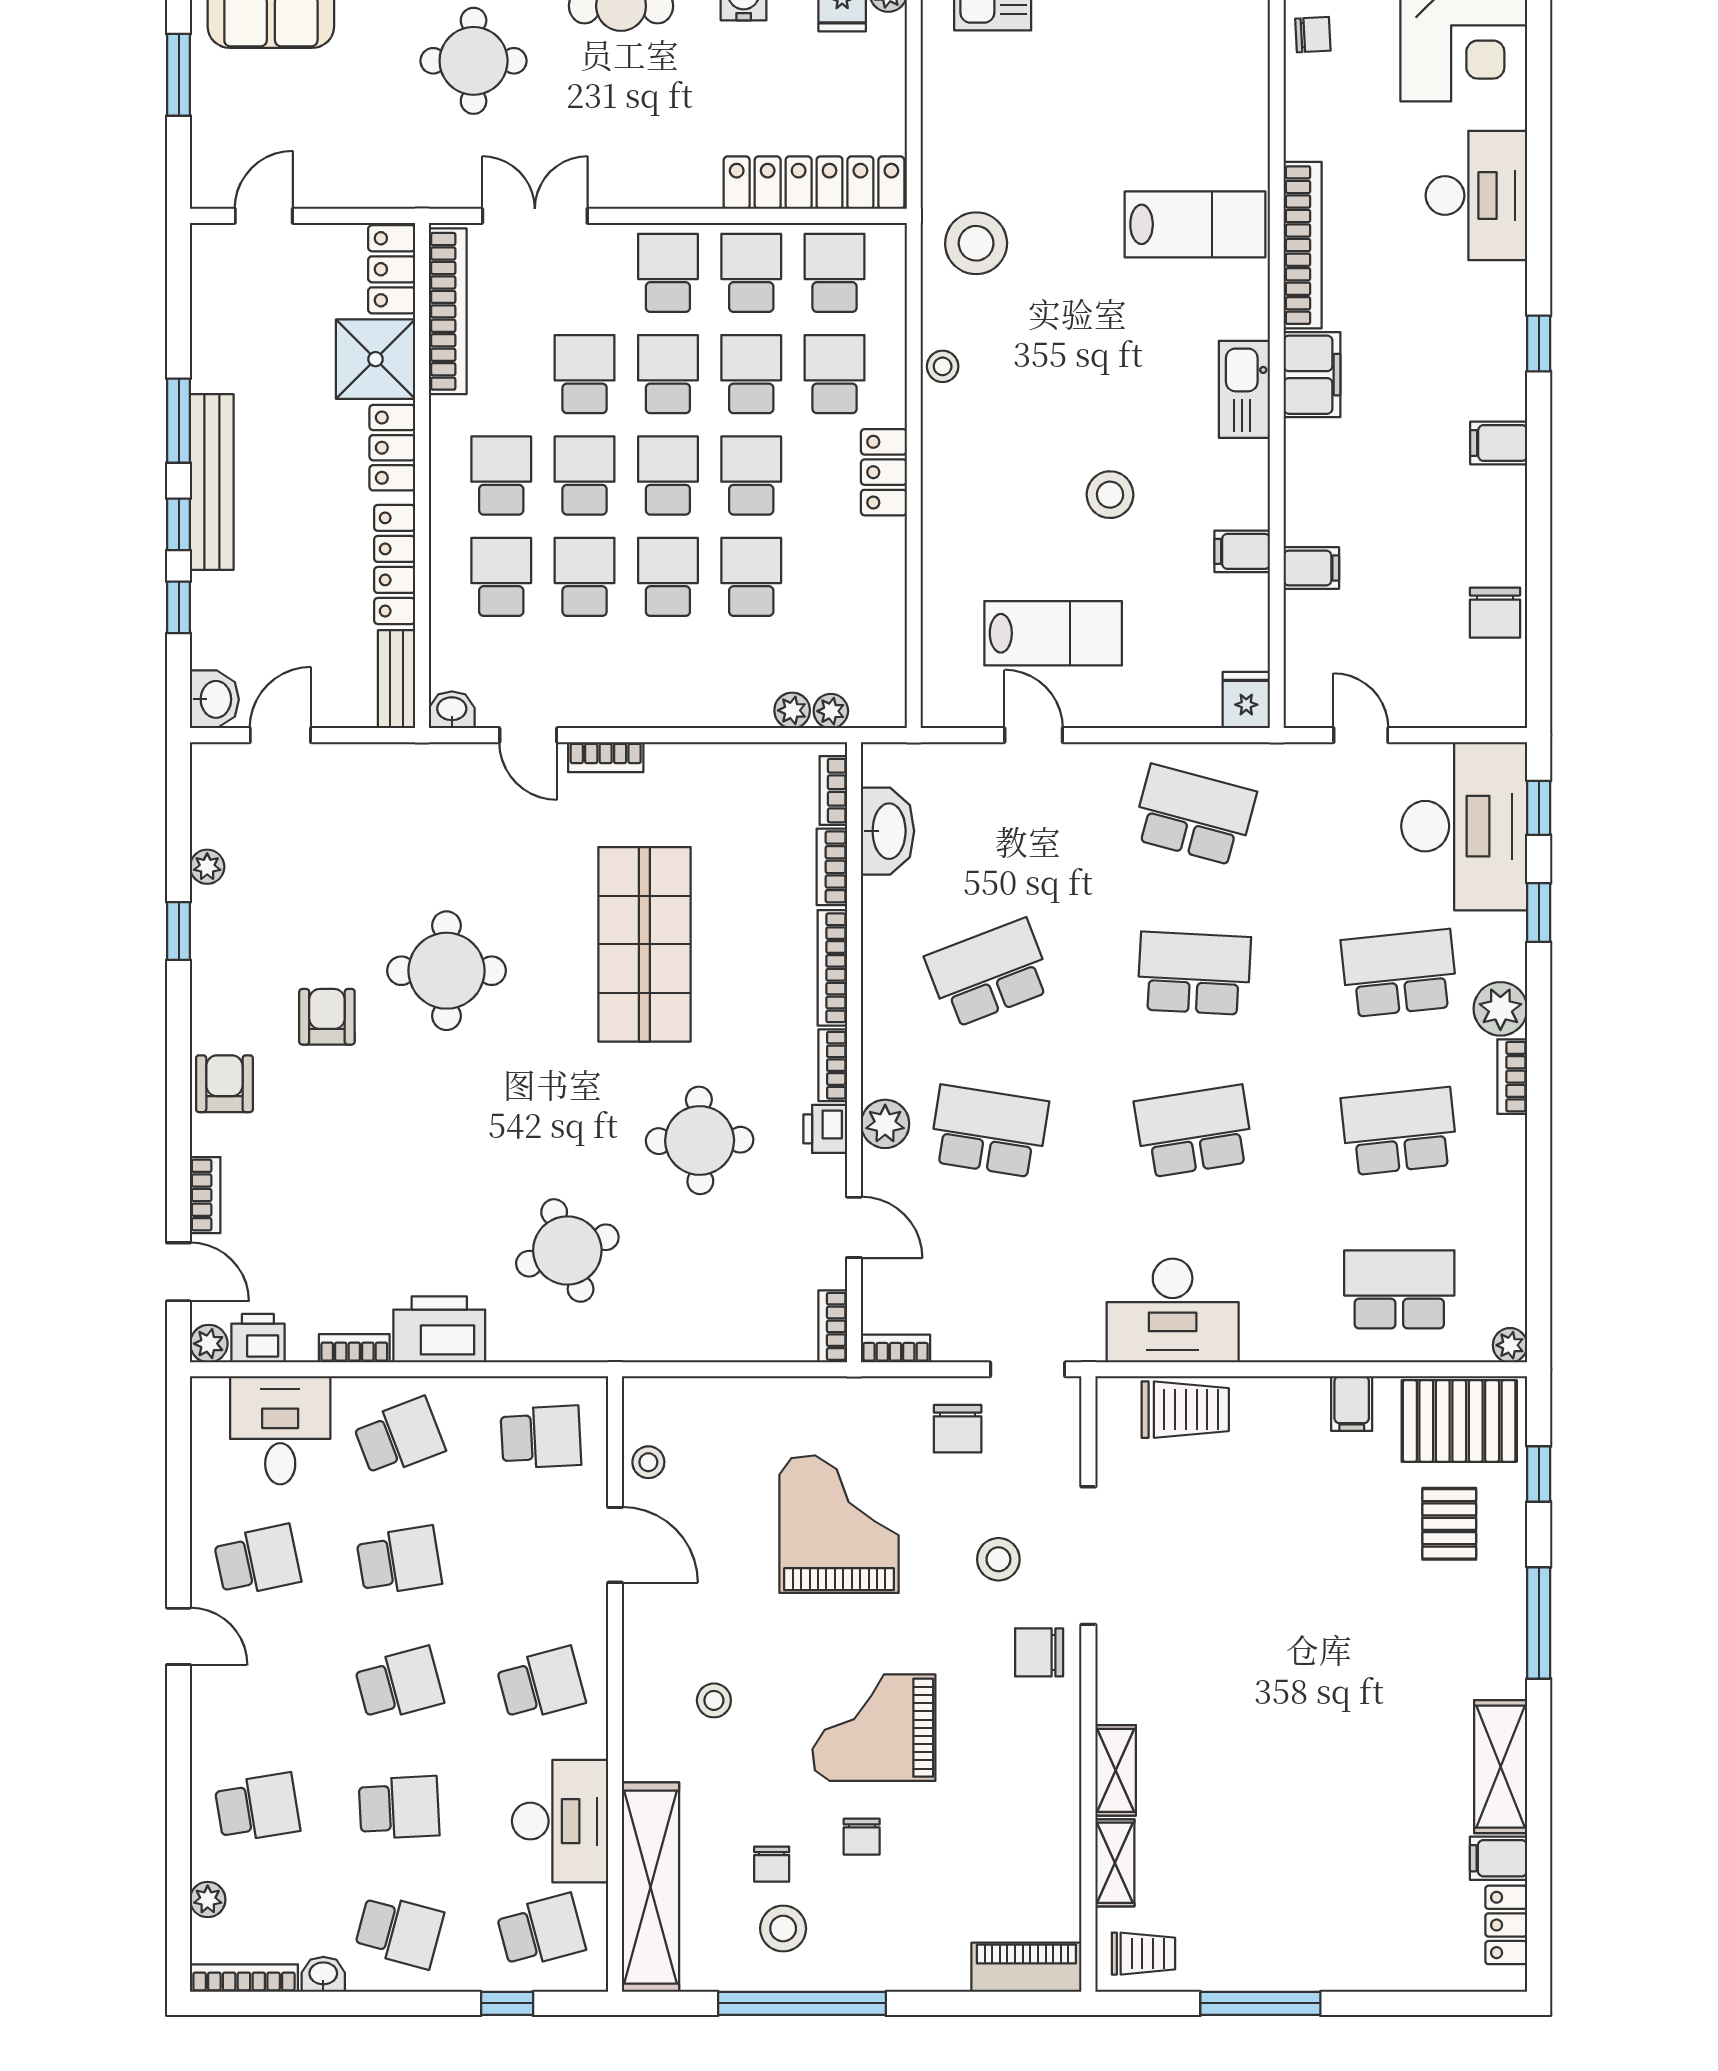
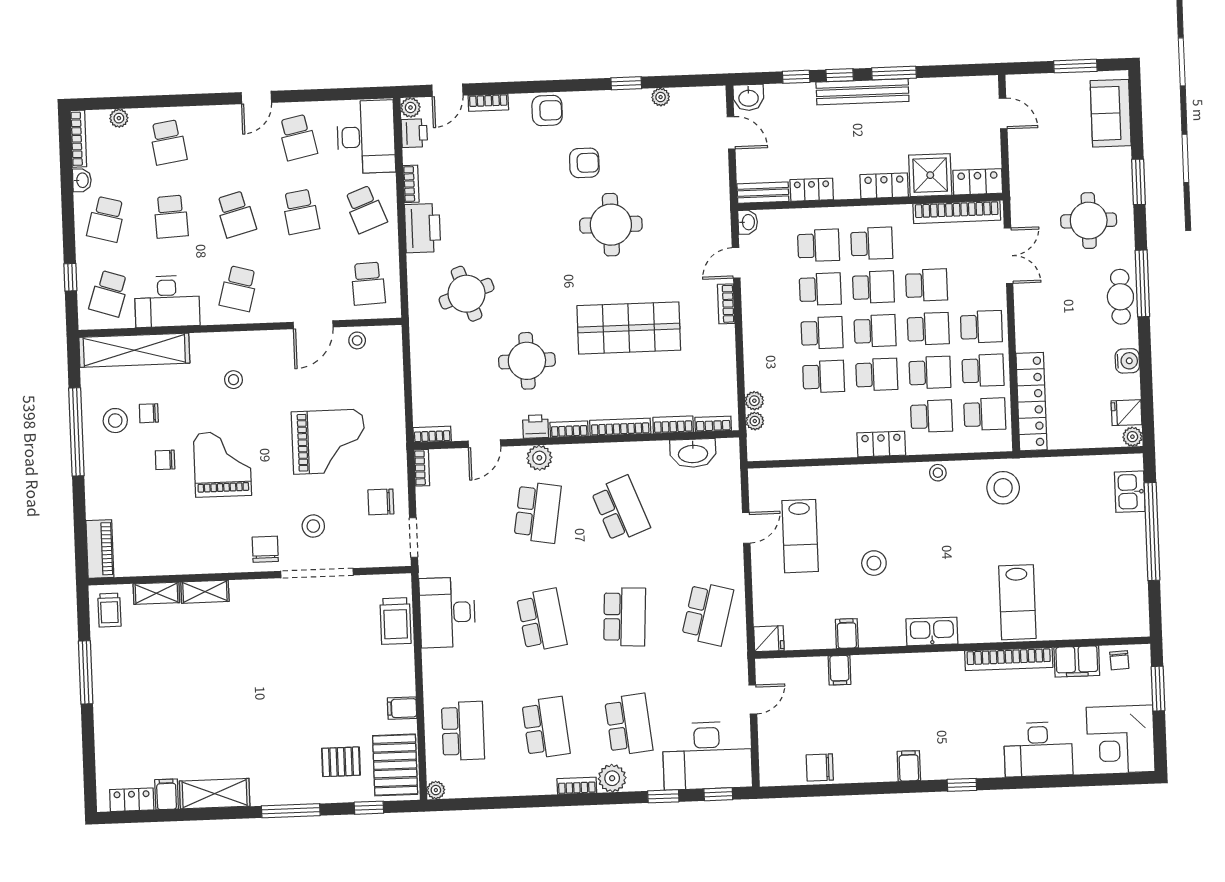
filing cabinet: (1312, 375) -> (1077, 661), moved
locker: (395, 564) -> (812, 190), width x0.66
desk: (280, 1430) -> (366, 137), width x1.37
school desk: (541, 1684) -> (239, 289), turned 30
school desk: (541, 1931) -> (109, 293), turned 33

